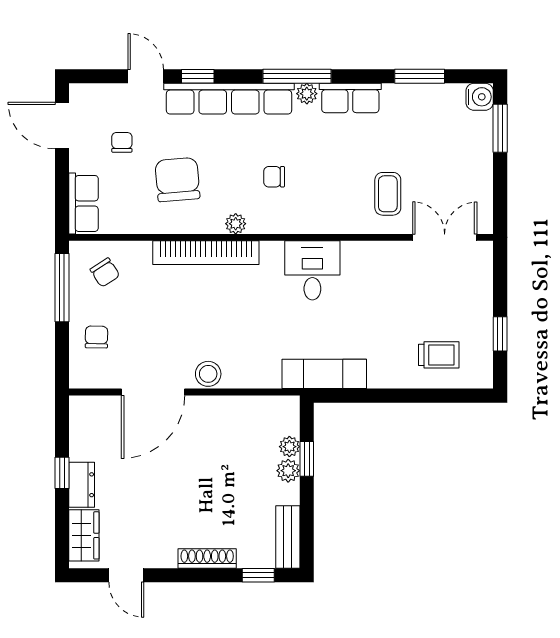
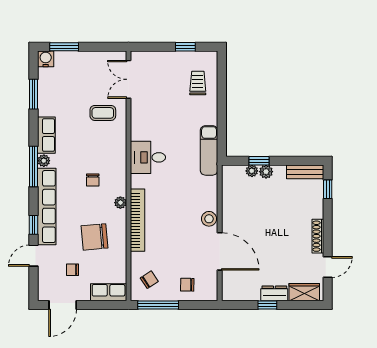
shoe rack: (207, 558) -> (318, 236), moved

